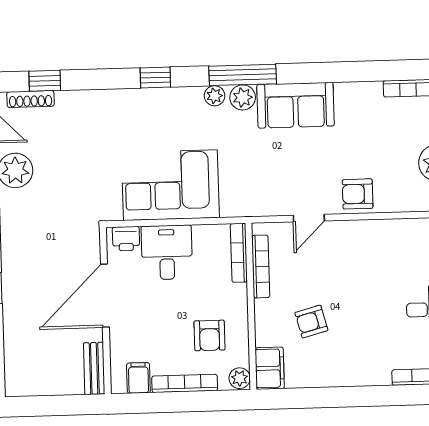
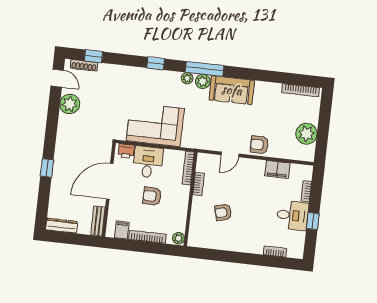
bookcase: (261, 266) -> (199, 184), width x0.64
armchair: (210, 335) -> (152, 196), moved, turned 91
filing cabinet: (270, 368) -> (277, 169), moved, turned 90
dresser: (32, 386) -> (62, 226), added

